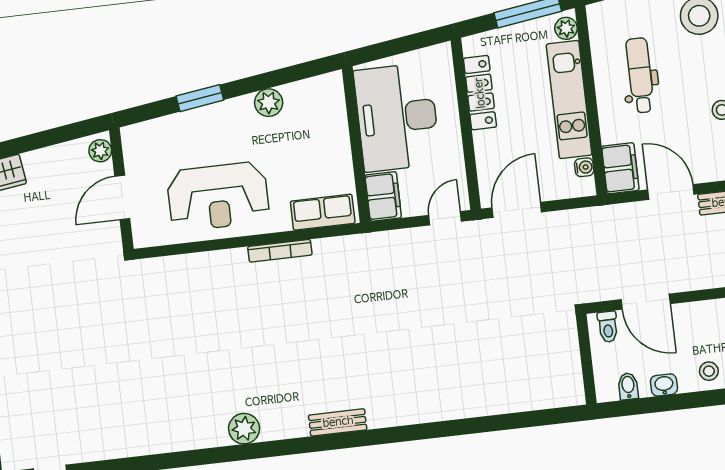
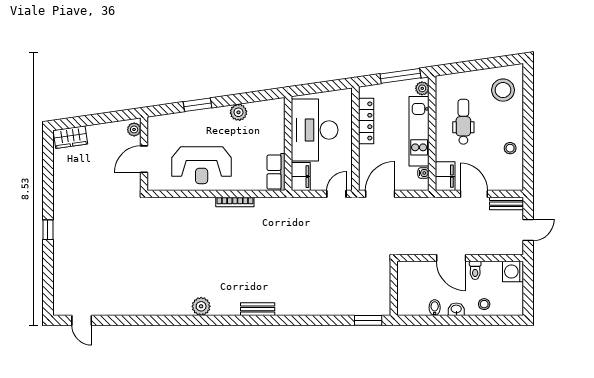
row of seats: (323, 212) -> (276, 172), moved, turned -90
toilet: (608, 327) -> (475, 270), moved
wall: (586, 359) -> (394, 288), moved
window: (521, 420) -> (368, 320), added

